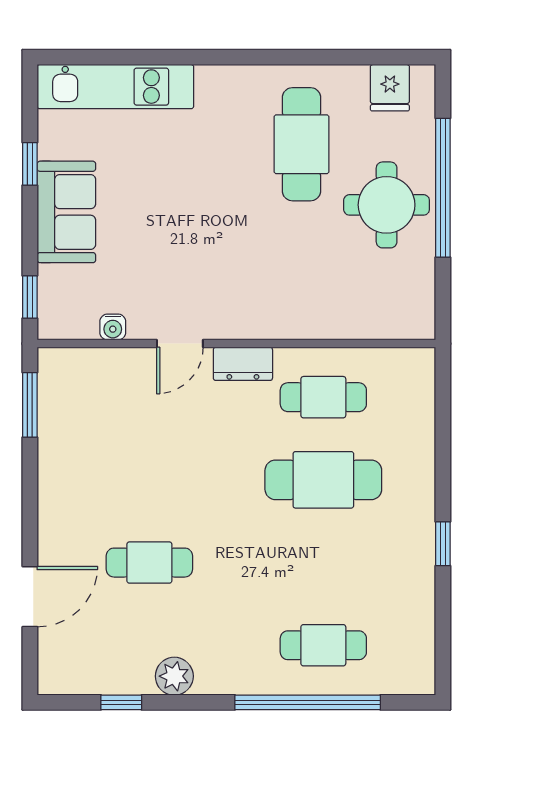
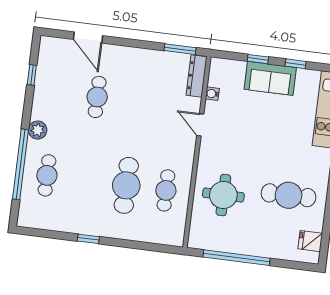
window: (443, 188) -> (236, 258), moved
round table: (387, 205) -> (223, 195), moved
window: (30, 297) -> (258, 59), moved
dresser: (243, 364) -> (197, 76), moved, width x1.44
plant: (174, 676) -> (38, 130), moved

